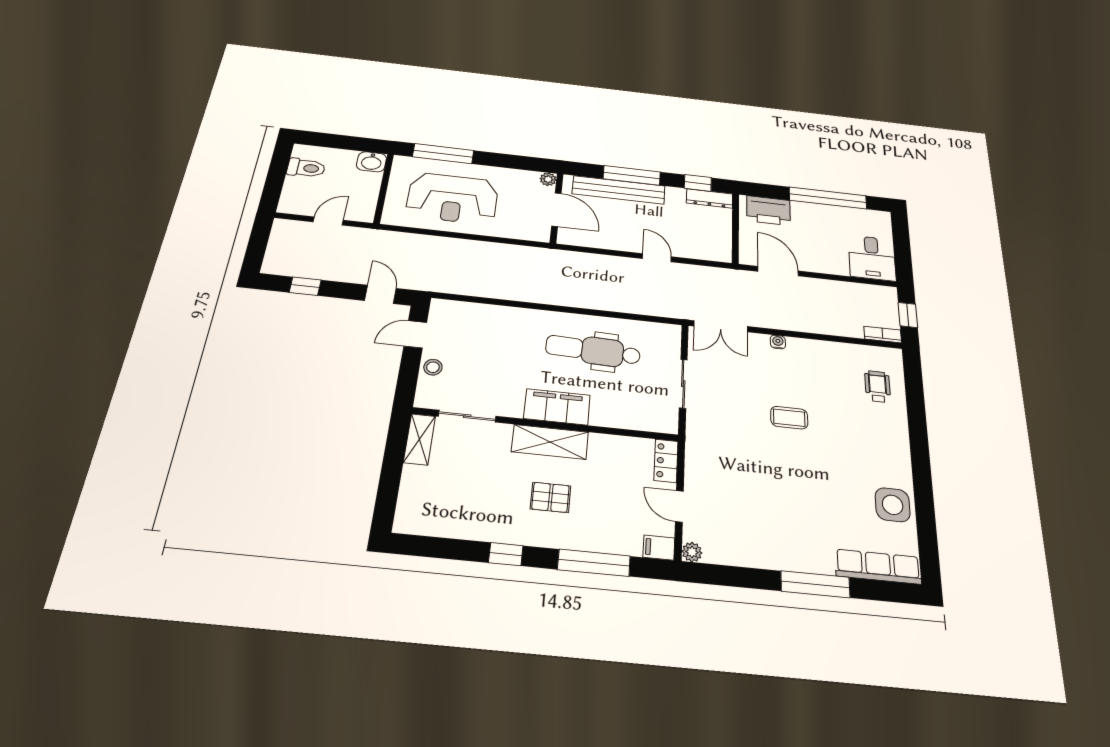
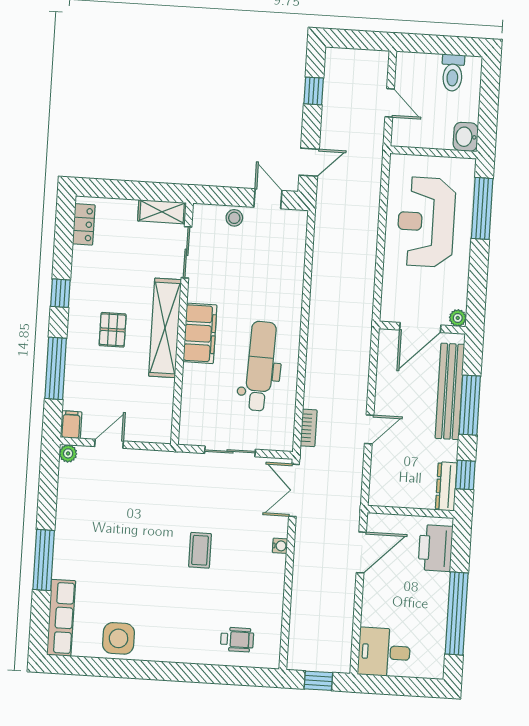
bookcase: (883, 334) -> (309, 428), moved
shelving: (550, 442) -> (165, 328), width x1.47
locker: (666, 461) -> (84, 224), moved, turned 90

